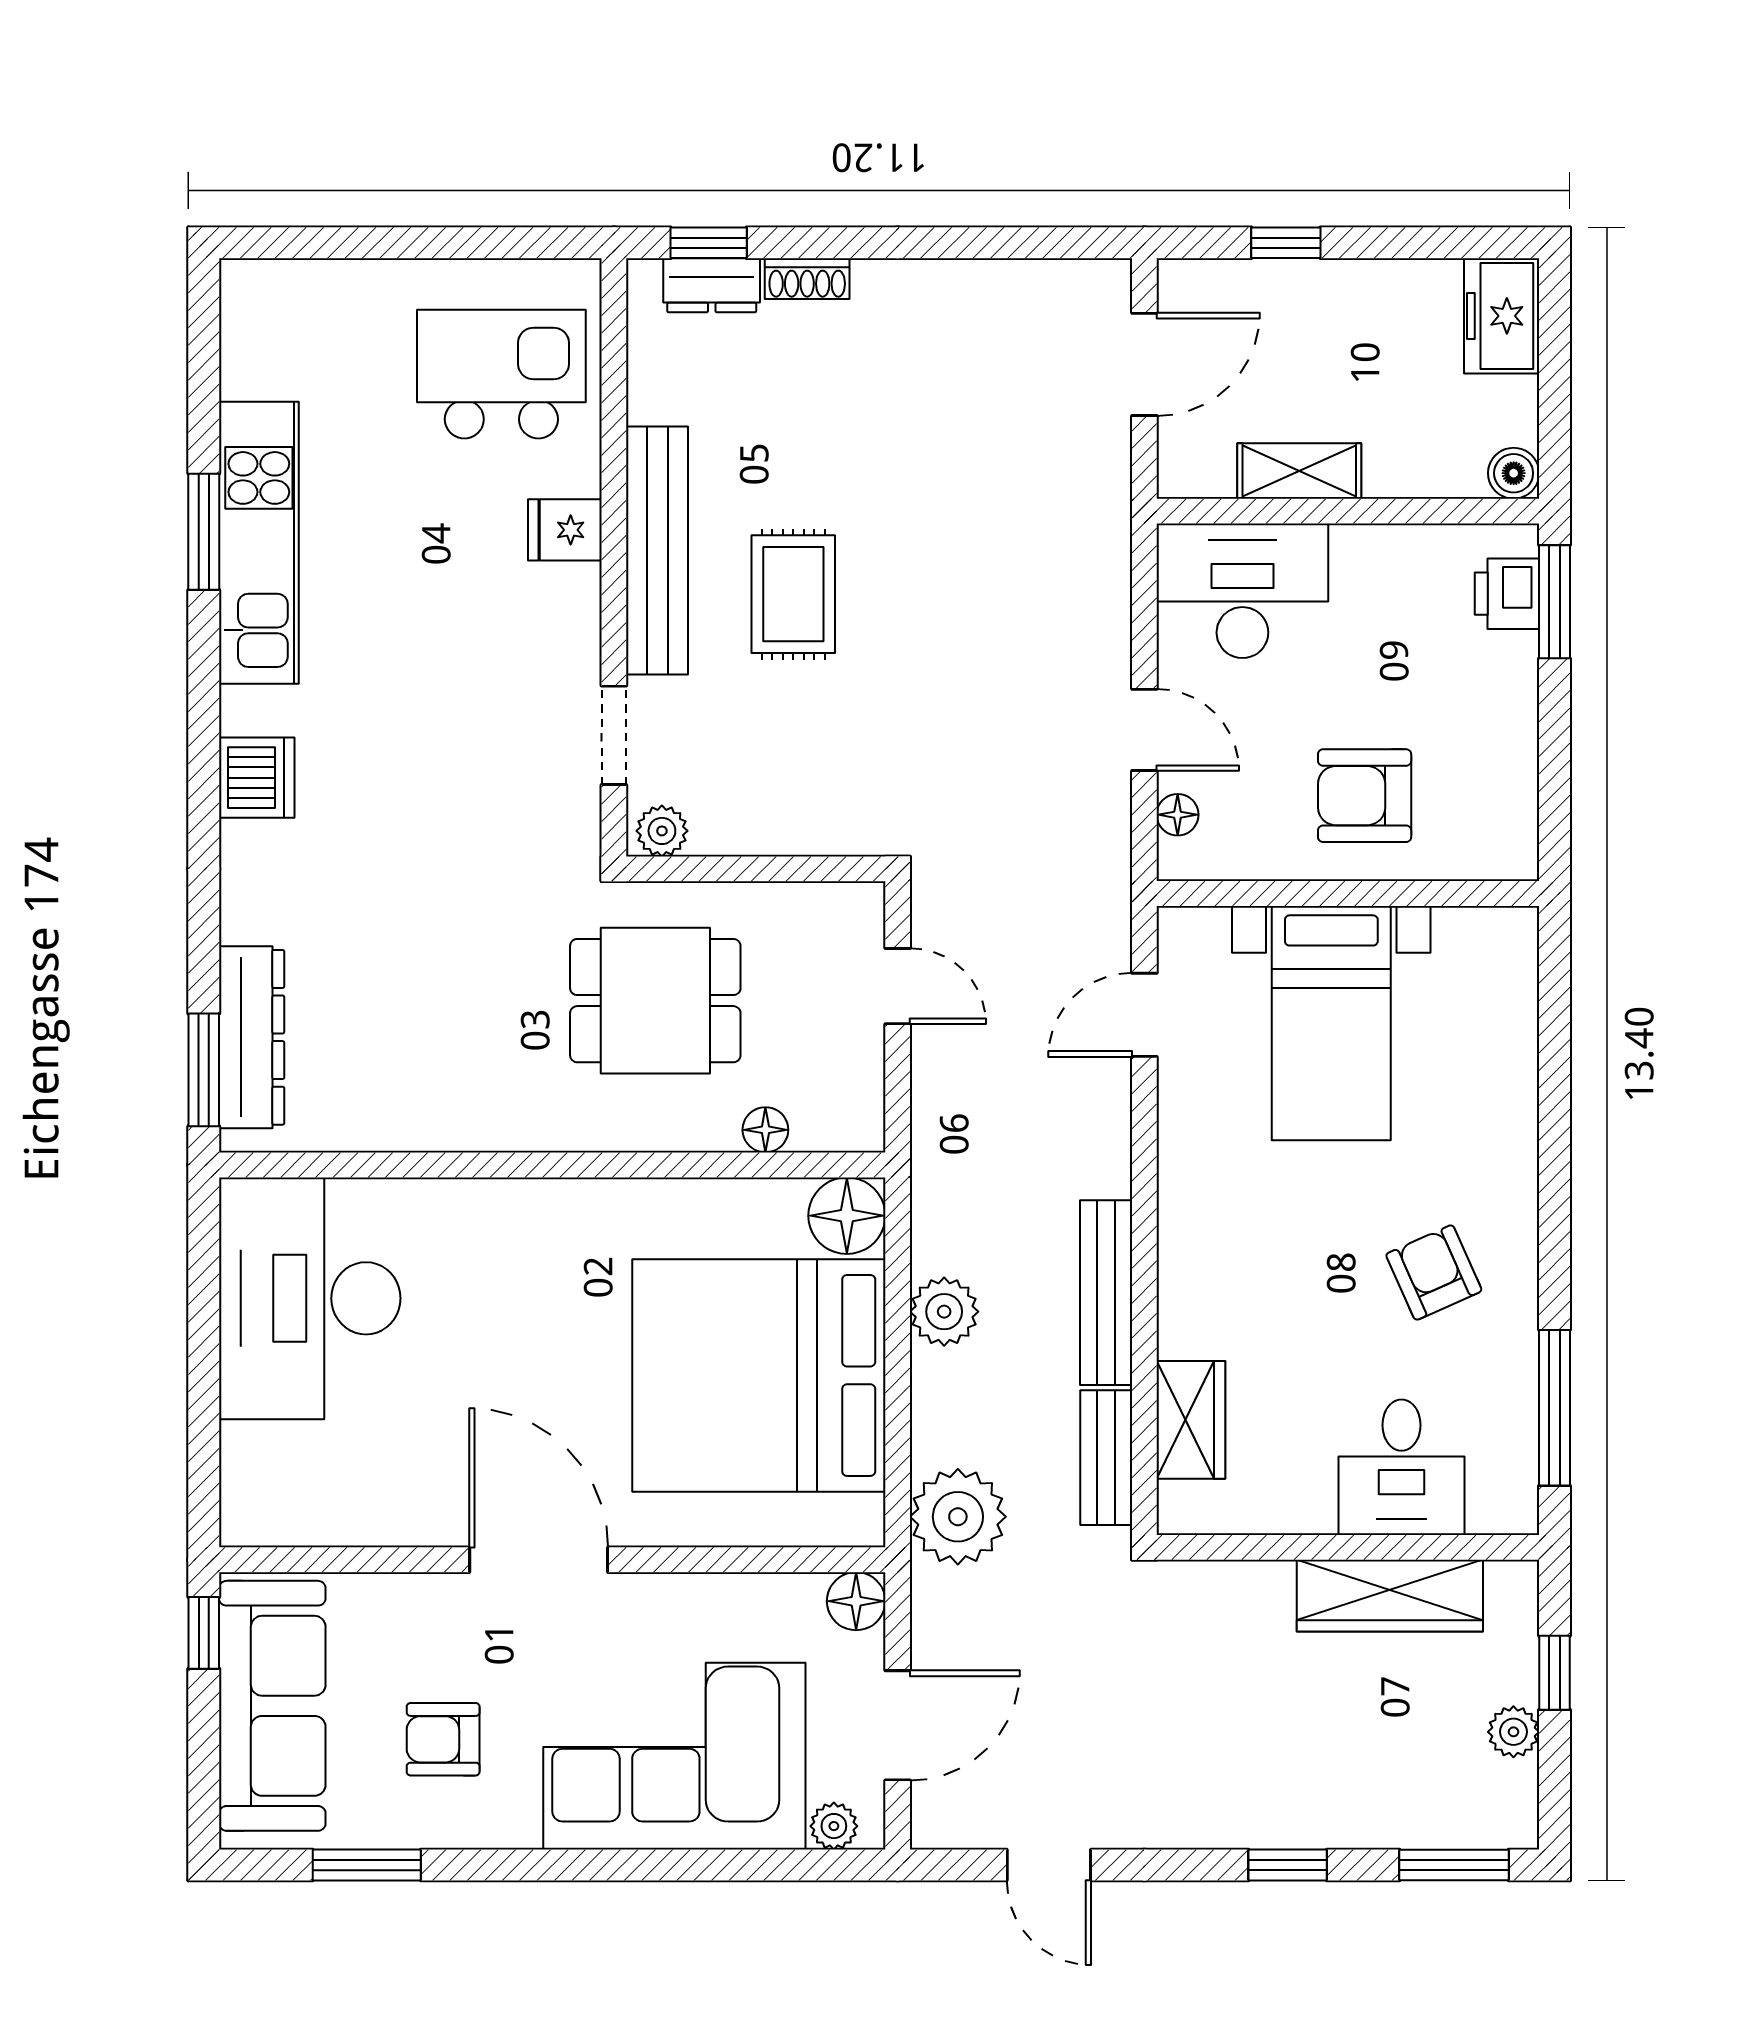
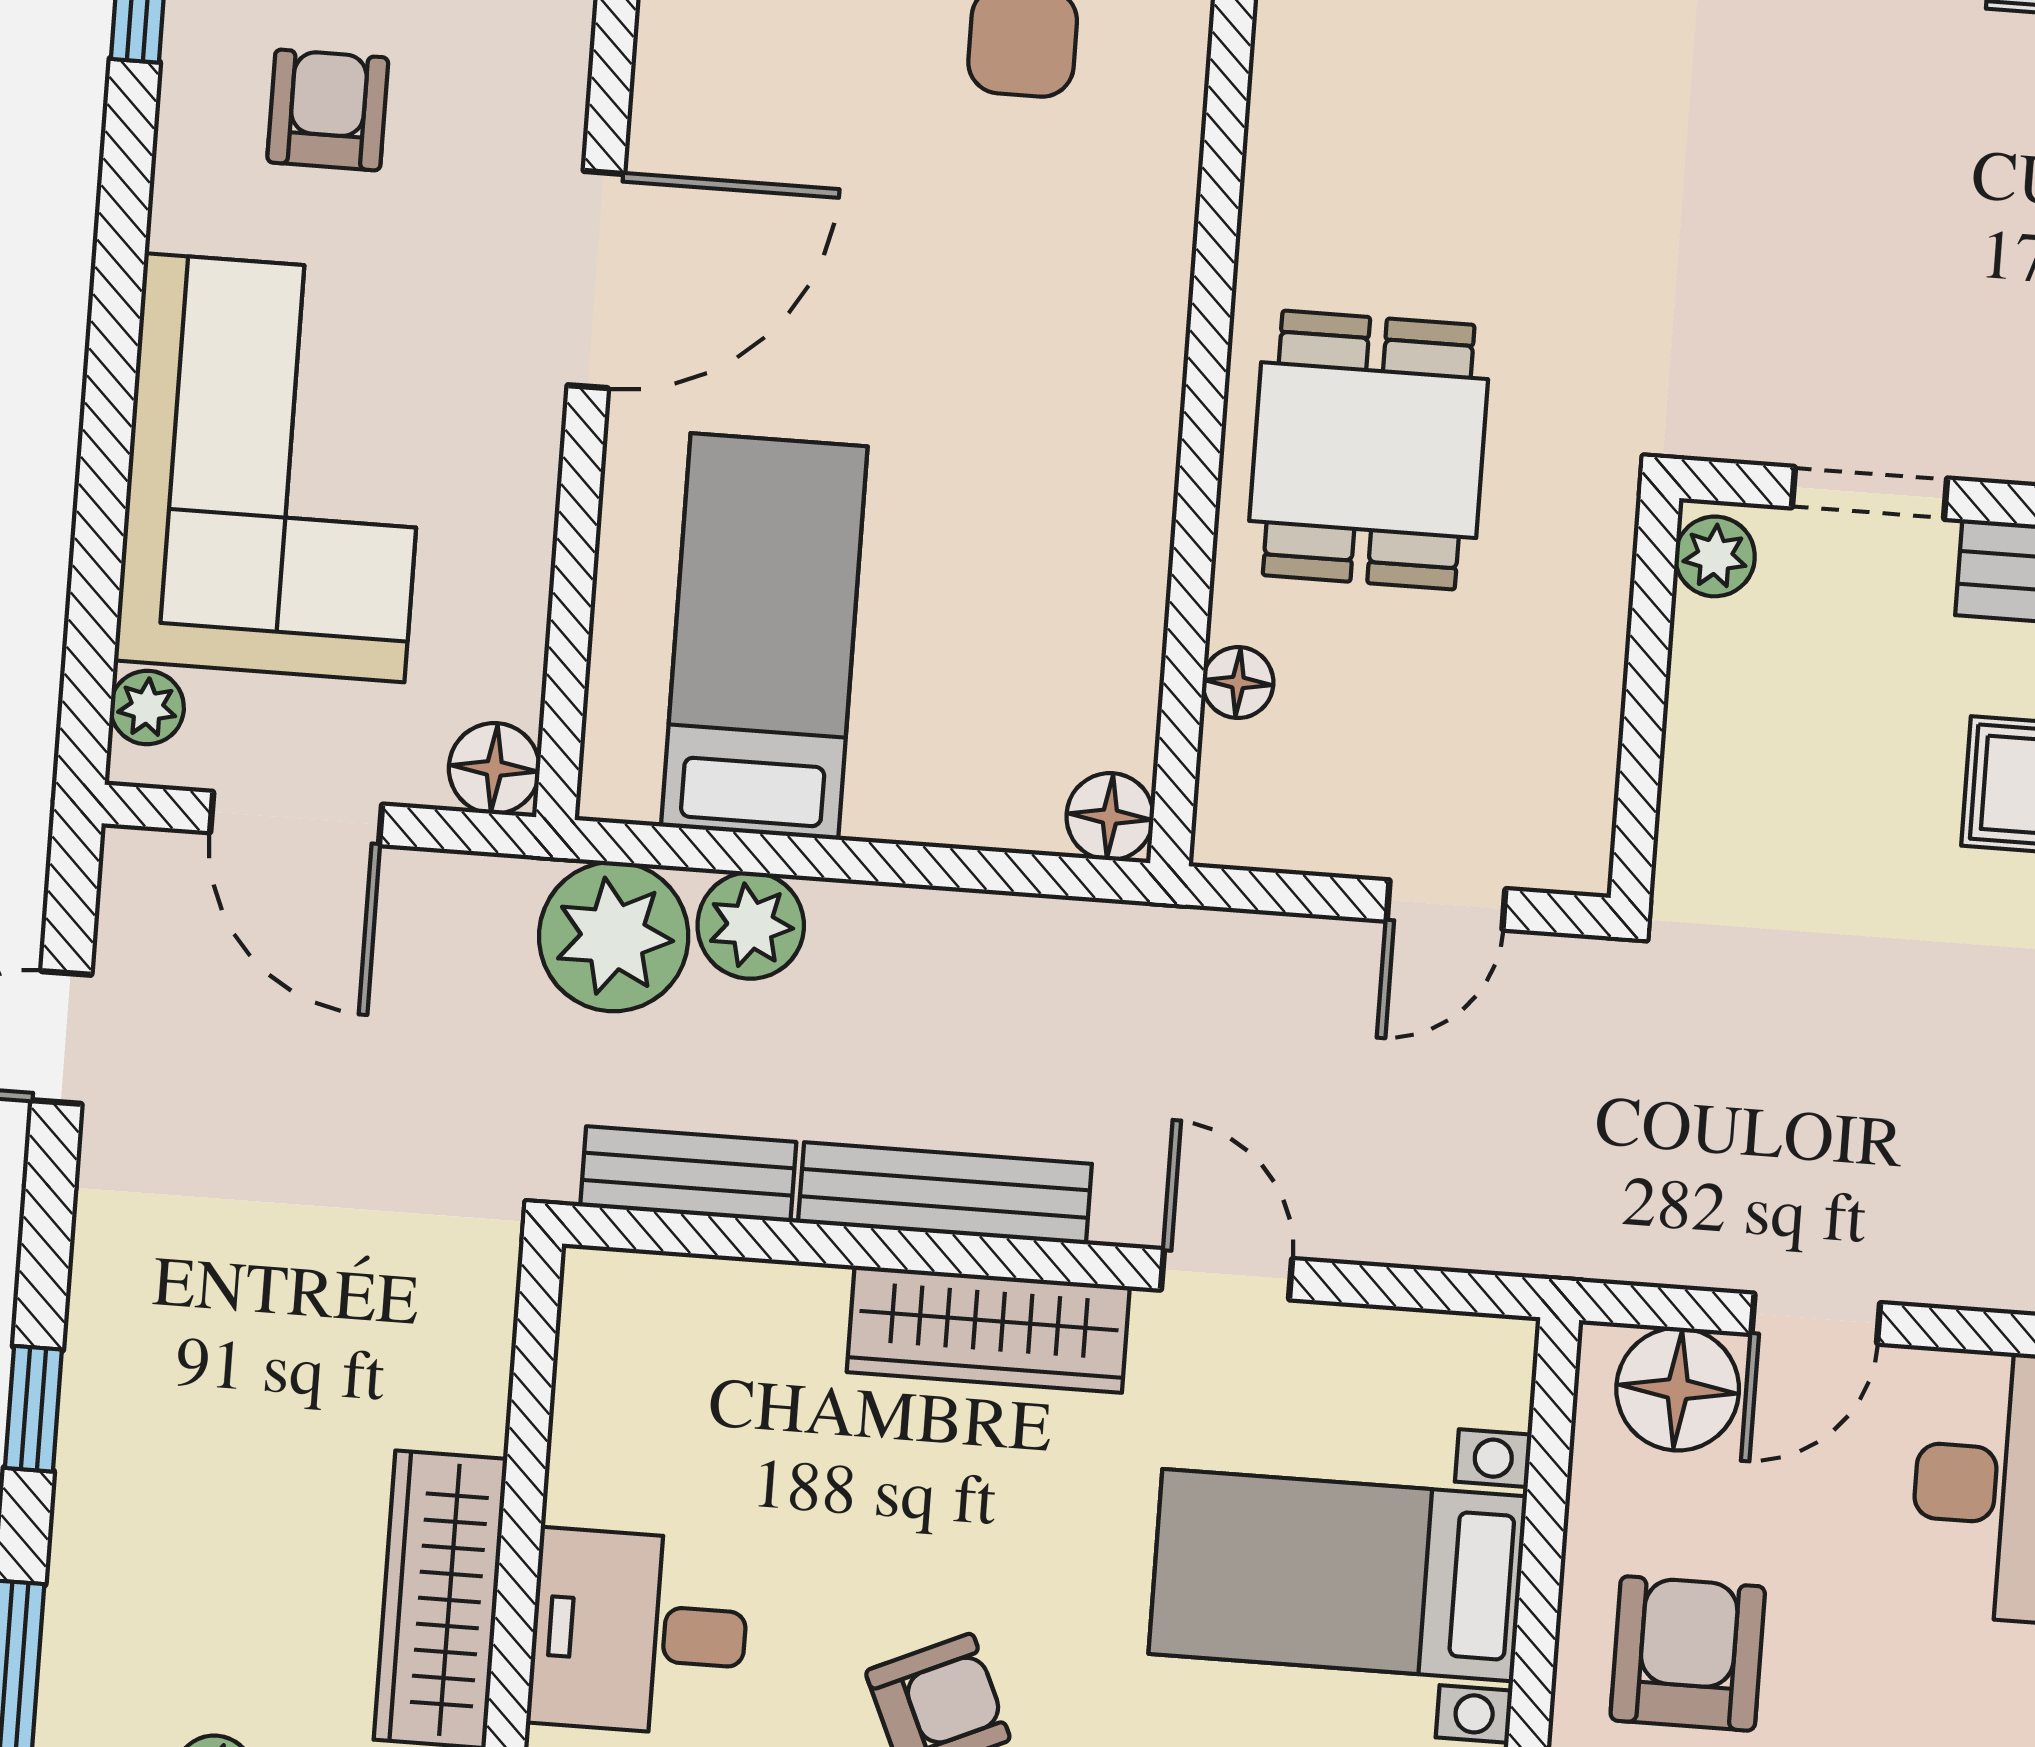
floor lamp: (1178, 815) -> (1678, 1389), width x1.89, depth x1.89
dining table: (655, 1001) -> (1369, 450), moved
door: (1144, 1015) -> (1227, 1274), moved
floor lamp: (847, 1216) -> (1110, 817), width x0.73, depth x0.73
plant: (944, 1312) -> (751, 925), moved
bed: (759, 1375) -> (764, 636), width x0.49
wardrobe: (1191, 1420) -> (988, 1329), moved, width x1.50

